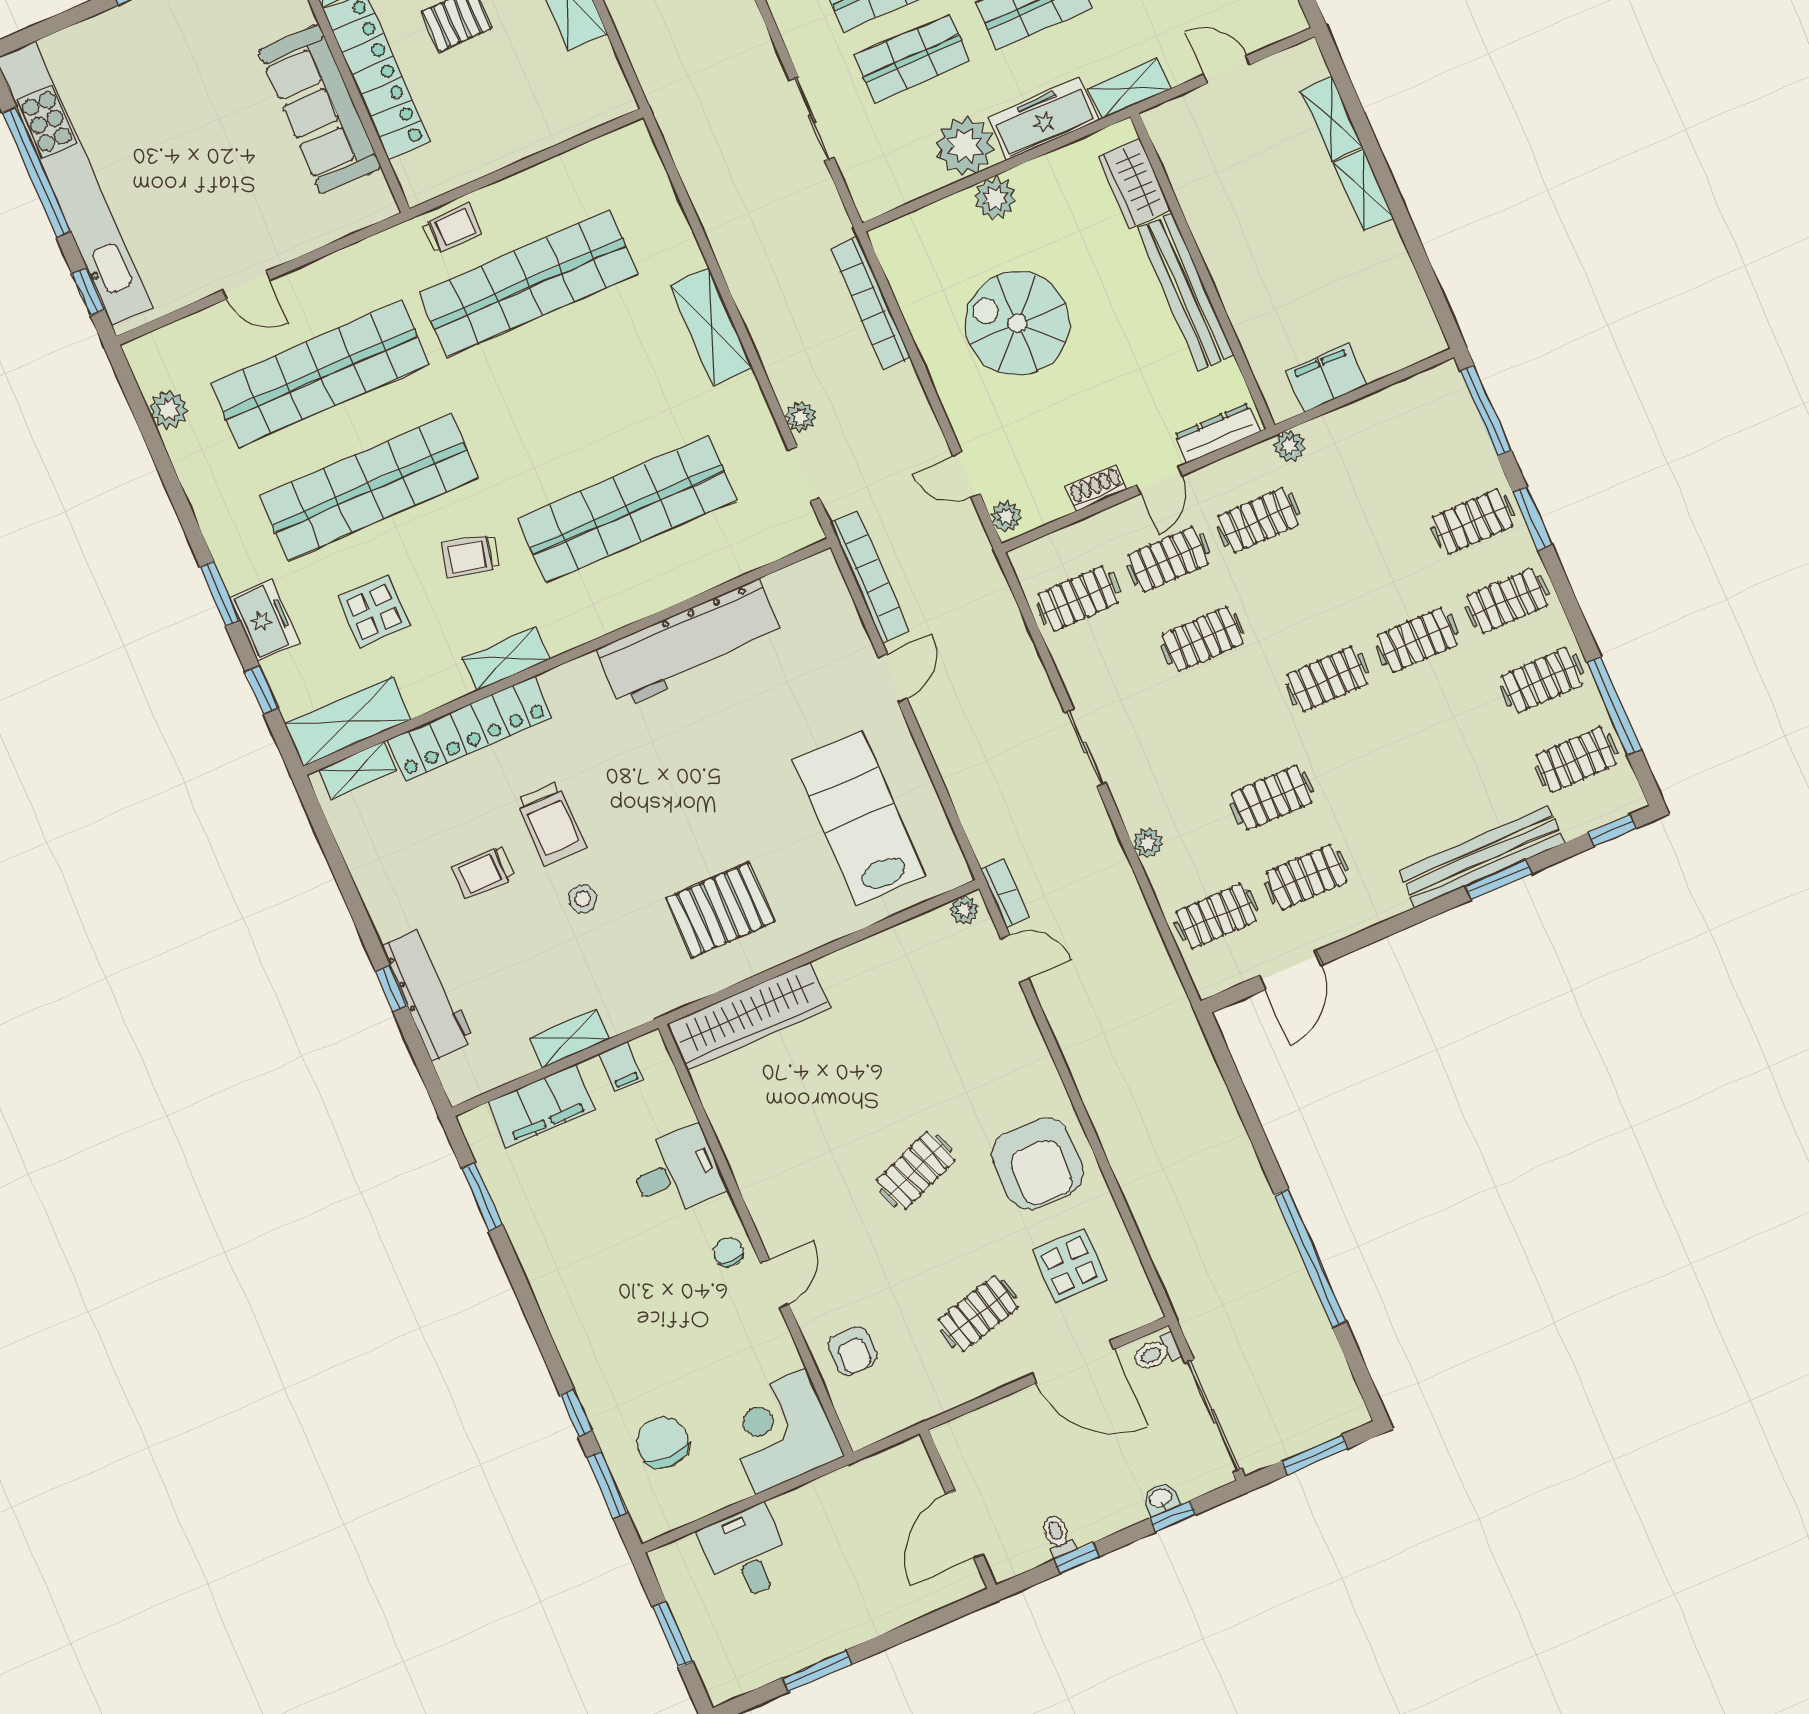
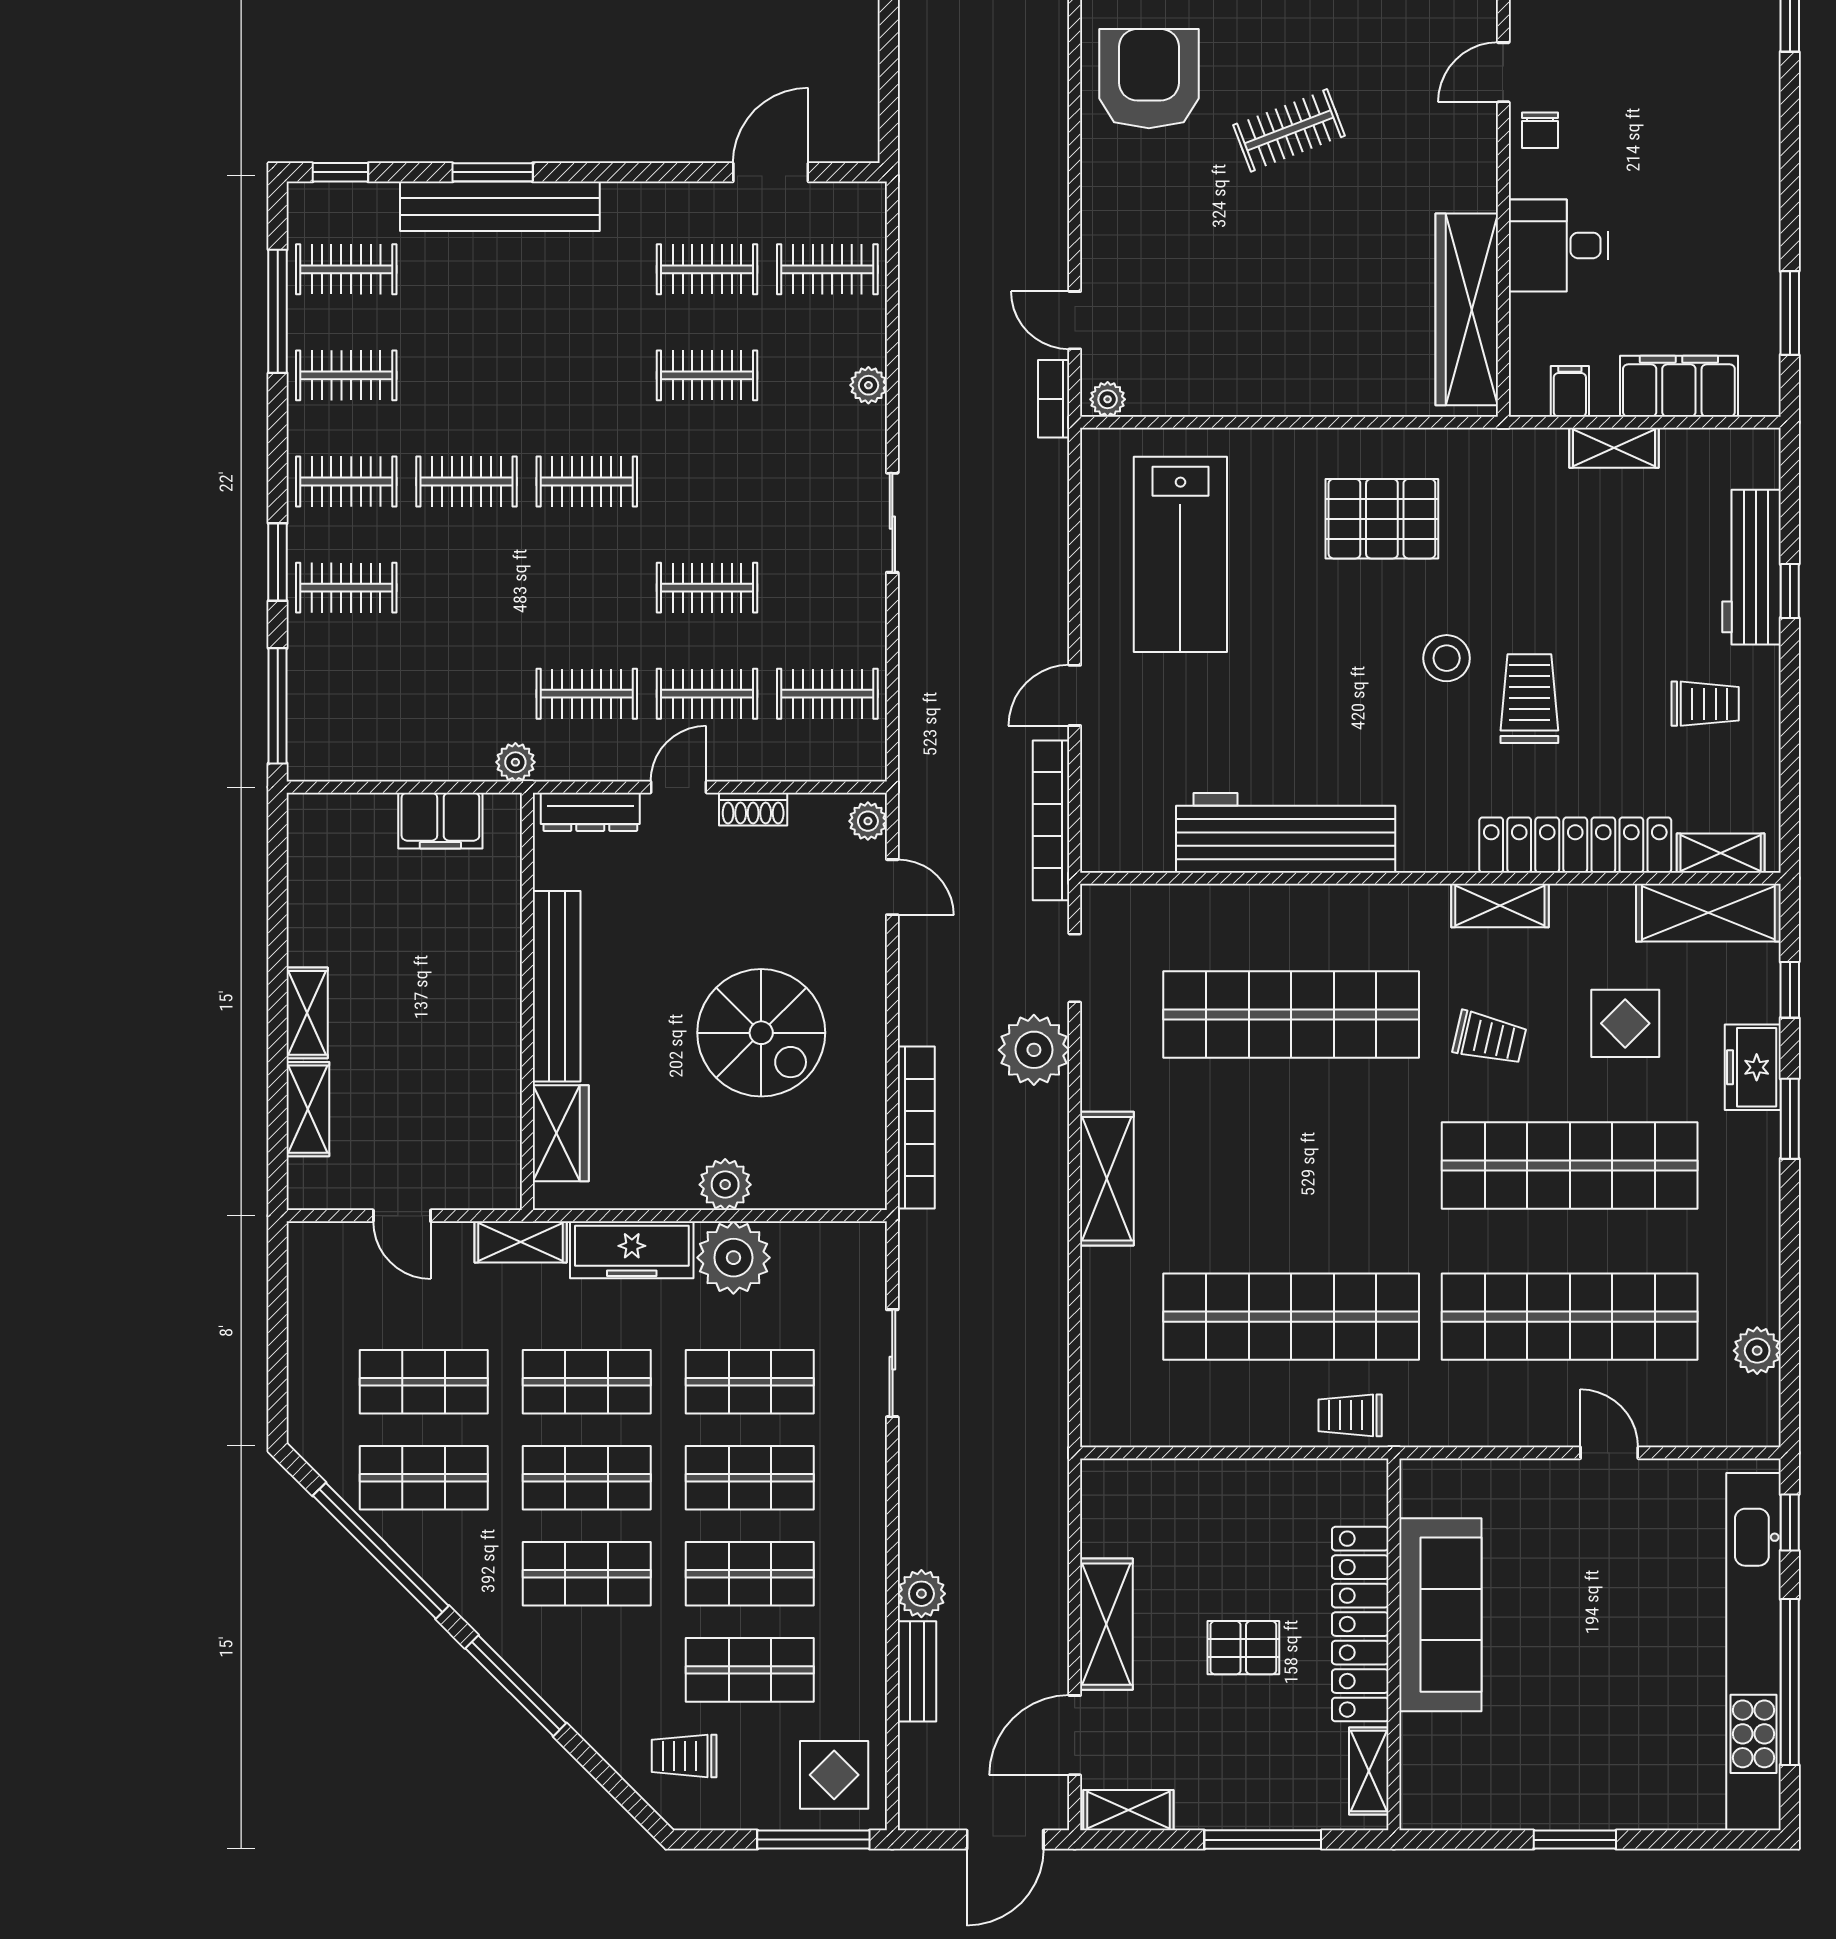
plant: (801, 417) -> (1034, 1050), width x1.88, depth x1.88
trolley: (483, 872) -> (1705, 704), moved
stool: (583, 899) -> (1447, 658), moved, width x1.37, depth x1.37
wardrobe: (748, 1016) -> (1467, 309), moved, turned -90

